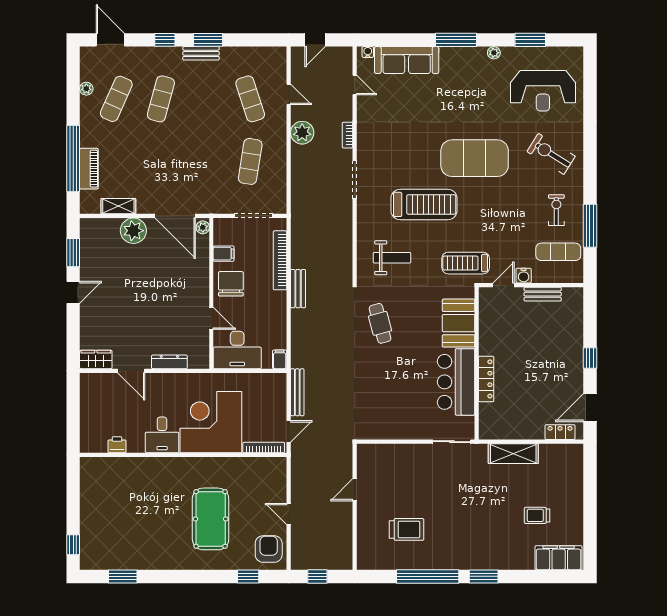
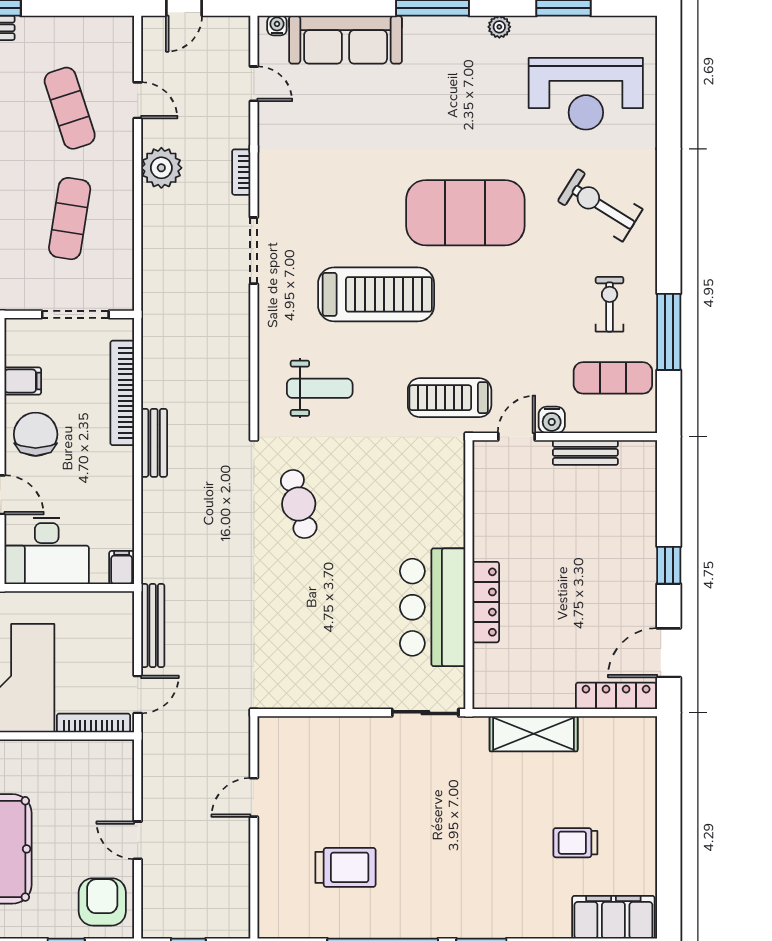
booth: (458, 323) -> (437, 504), removed
locker: (560, 432) -> (616, 696), width x1.53

